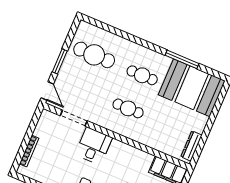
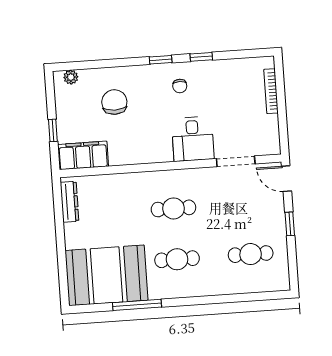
cafe table: (94, 55) -> (251, 254), width x0.73, depth x0.74
window: (60, 61) -> (290, 224), width x0.67

